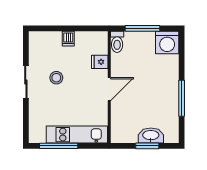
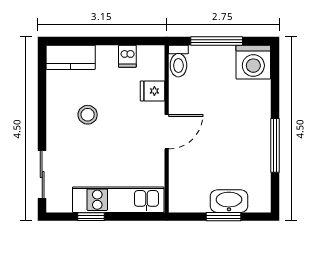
kitchen counter: (45, 39) -> (71, 57), added
dishwasher: (68, 39) -> (127, 56), moved
sliding door: (26, 82) -> (42, 174), moved
window: (59, 146) -> (91, 217), width x0.46

